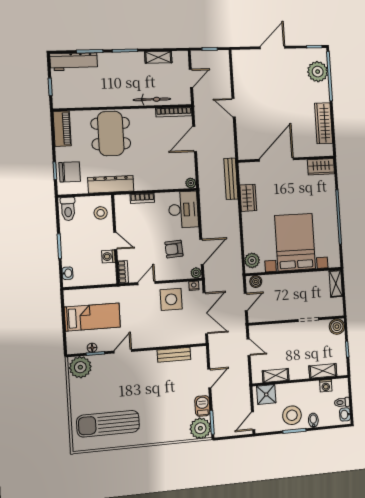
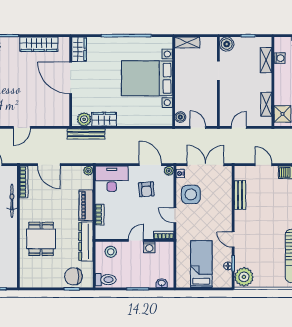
piano: (62, 129) -> (86, 205), moved, turned -90
dining table: (111, 134) -> (41, 239), width x0.73
door: (276, 160) -> (71, 78), moved
chair: (70, 172) -> (73, 276), turned -90
plant: (252, 260) -> (84, 119), moved

